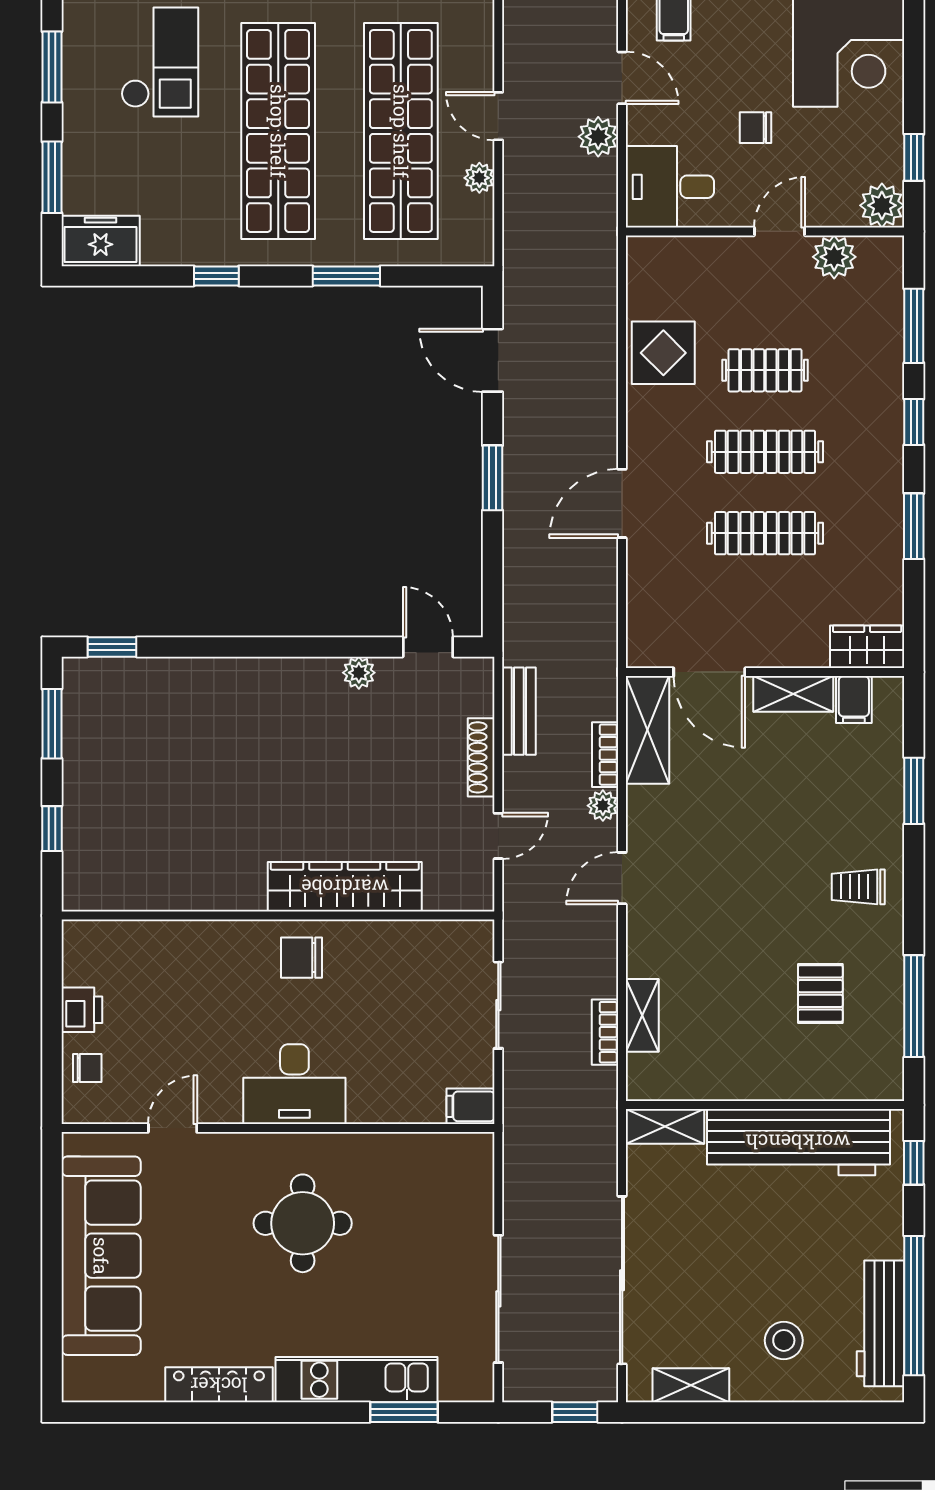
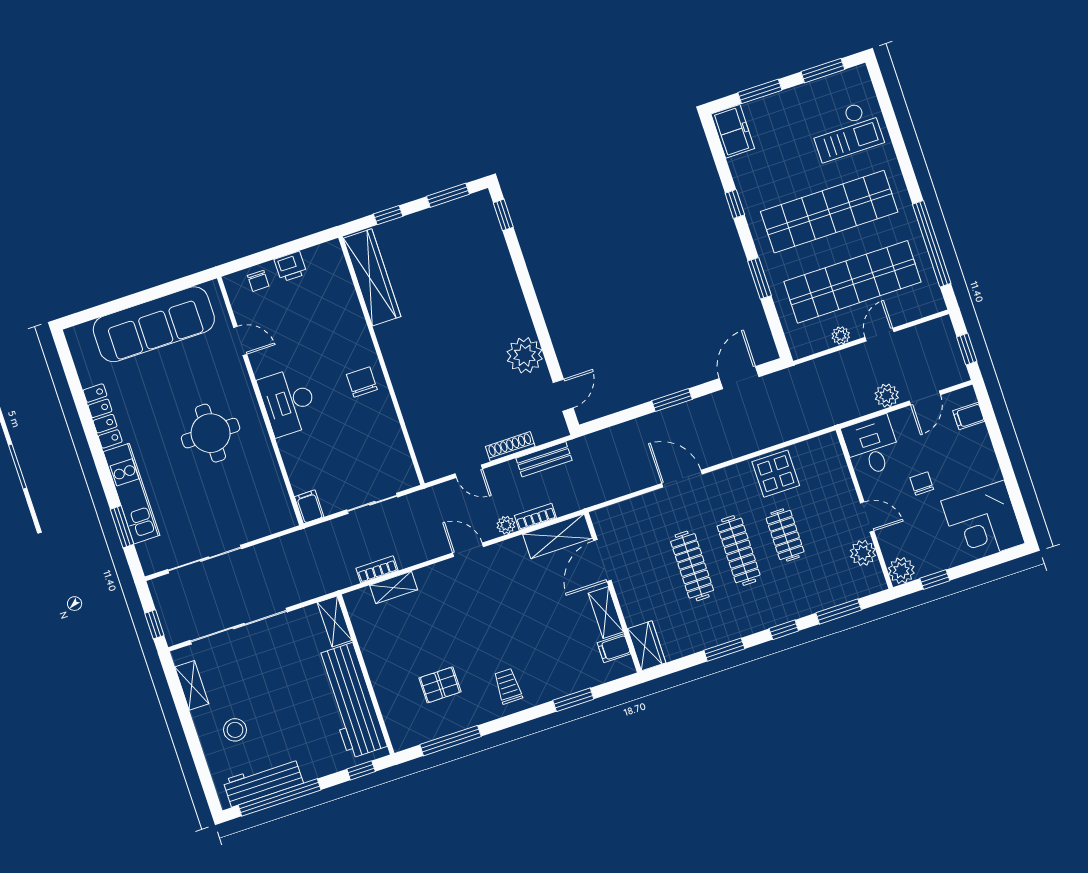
plant: (359, 673) -> (525, 355), width x1.88, depth x1.88
wardrobe: (345, 887) -> (372, 277), moved

